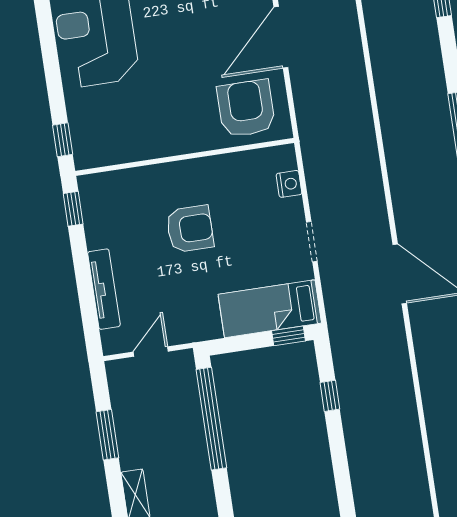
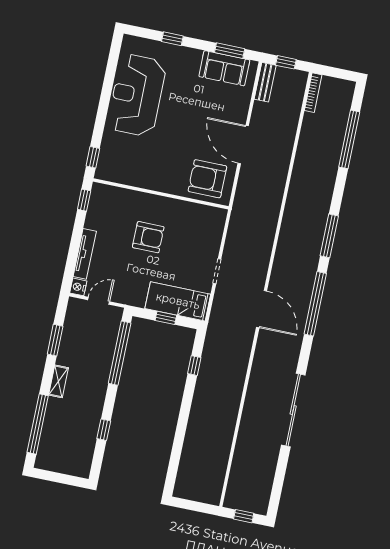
door: (281, 37) -> (243, 145), hinge flipped
armchair: (246, 108) -> (207, 179), turned -90
nightstand: (289, 184) -> (78, 287), moved, turned 180
window: (288, 336) -> (166, 318), moved

